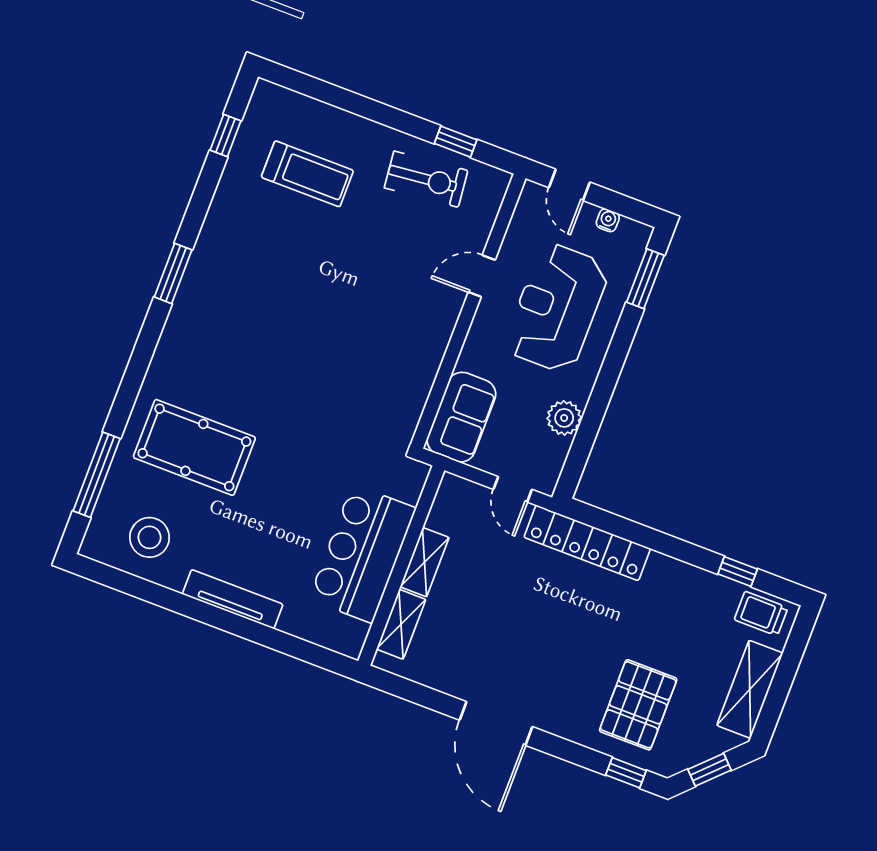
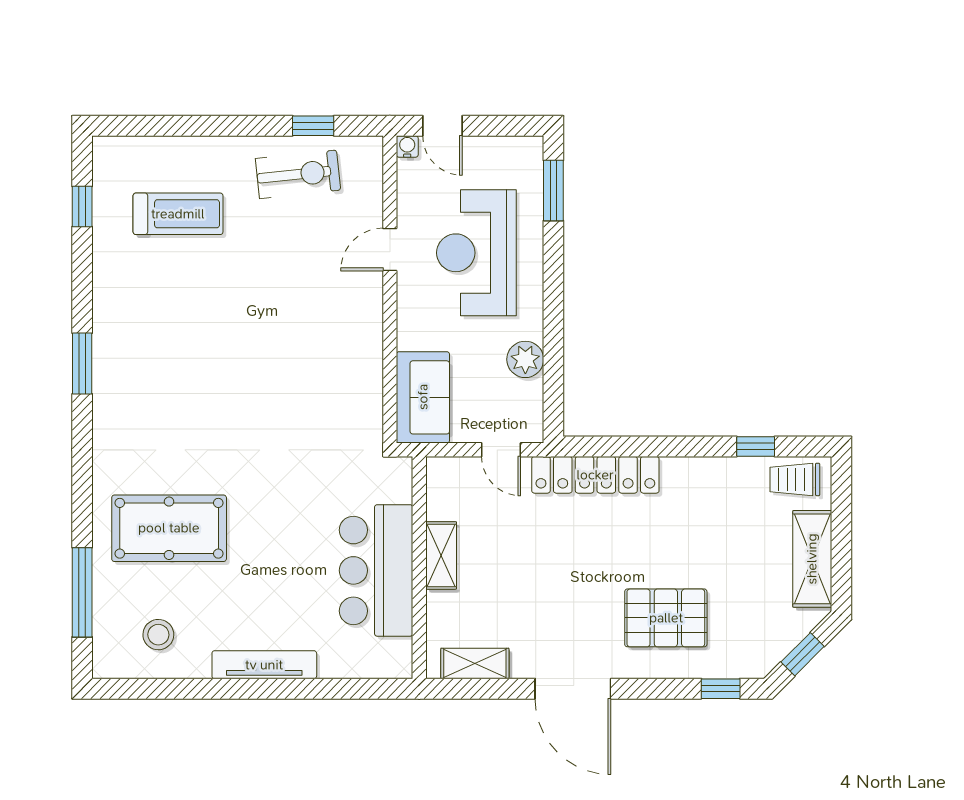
water cooler: (608, 220) -> (407, 146), moved
stool: (149, 537) -> (158, 635), width x0.73, depth x0.73
shelving: (401, 624) -> (475, 664), moved, turned 90
pallet: (638, 705) -> (666, 618), moved, turned 90

